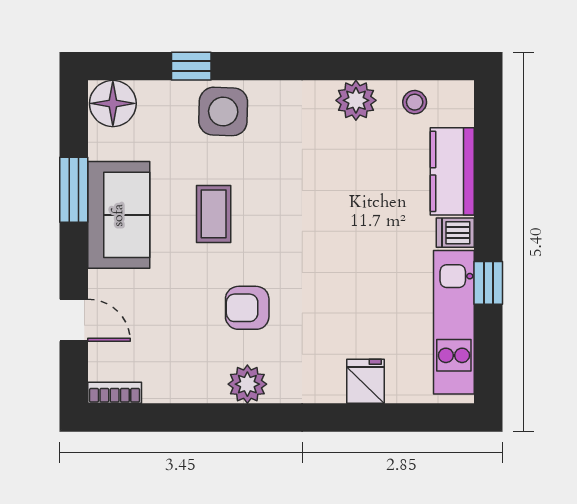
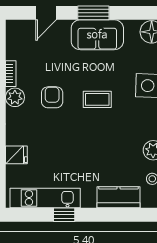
window: (74, 190) -> (93, 13), moved
coffee table: (214, 214) -> (97, 99), moved
dishwasher: (455, 233) -> (89, 199), removed
bookcase: (115, 393) -> (11, 74), moved

